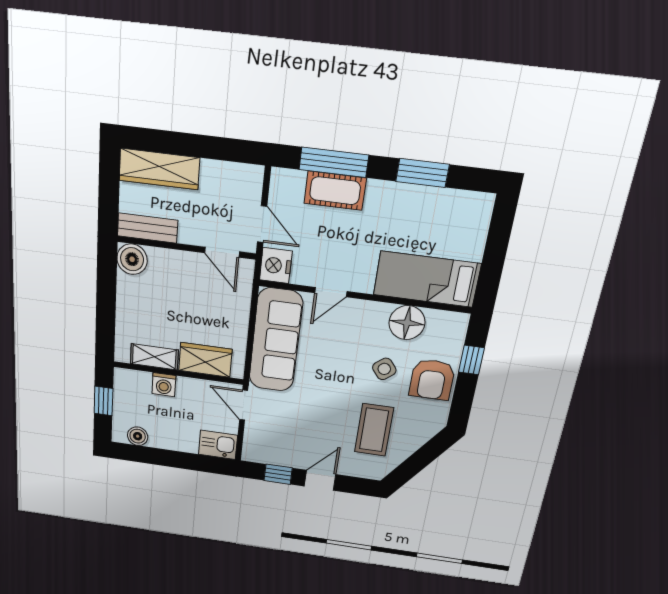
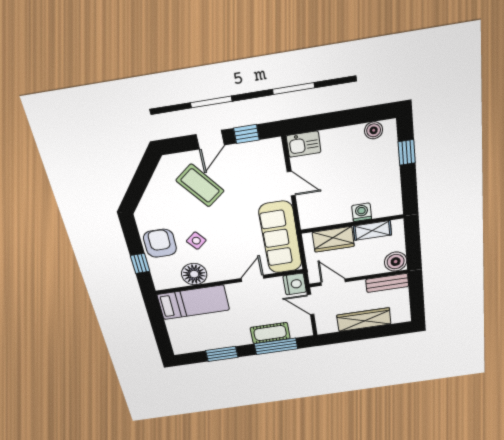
wardrobe: (159, 169) -> (364, 320), moved
shelving: (154, 357) -> (372, 230), moved
wardrobe: (205, 360) -> (333, 239), moved
wall: (178, 373) -> (352, 224), moved
washing machine: (164, 385) -> (362, 212), moved
coffee table: (374, 430) -> (200, 186), moved, turned -38

